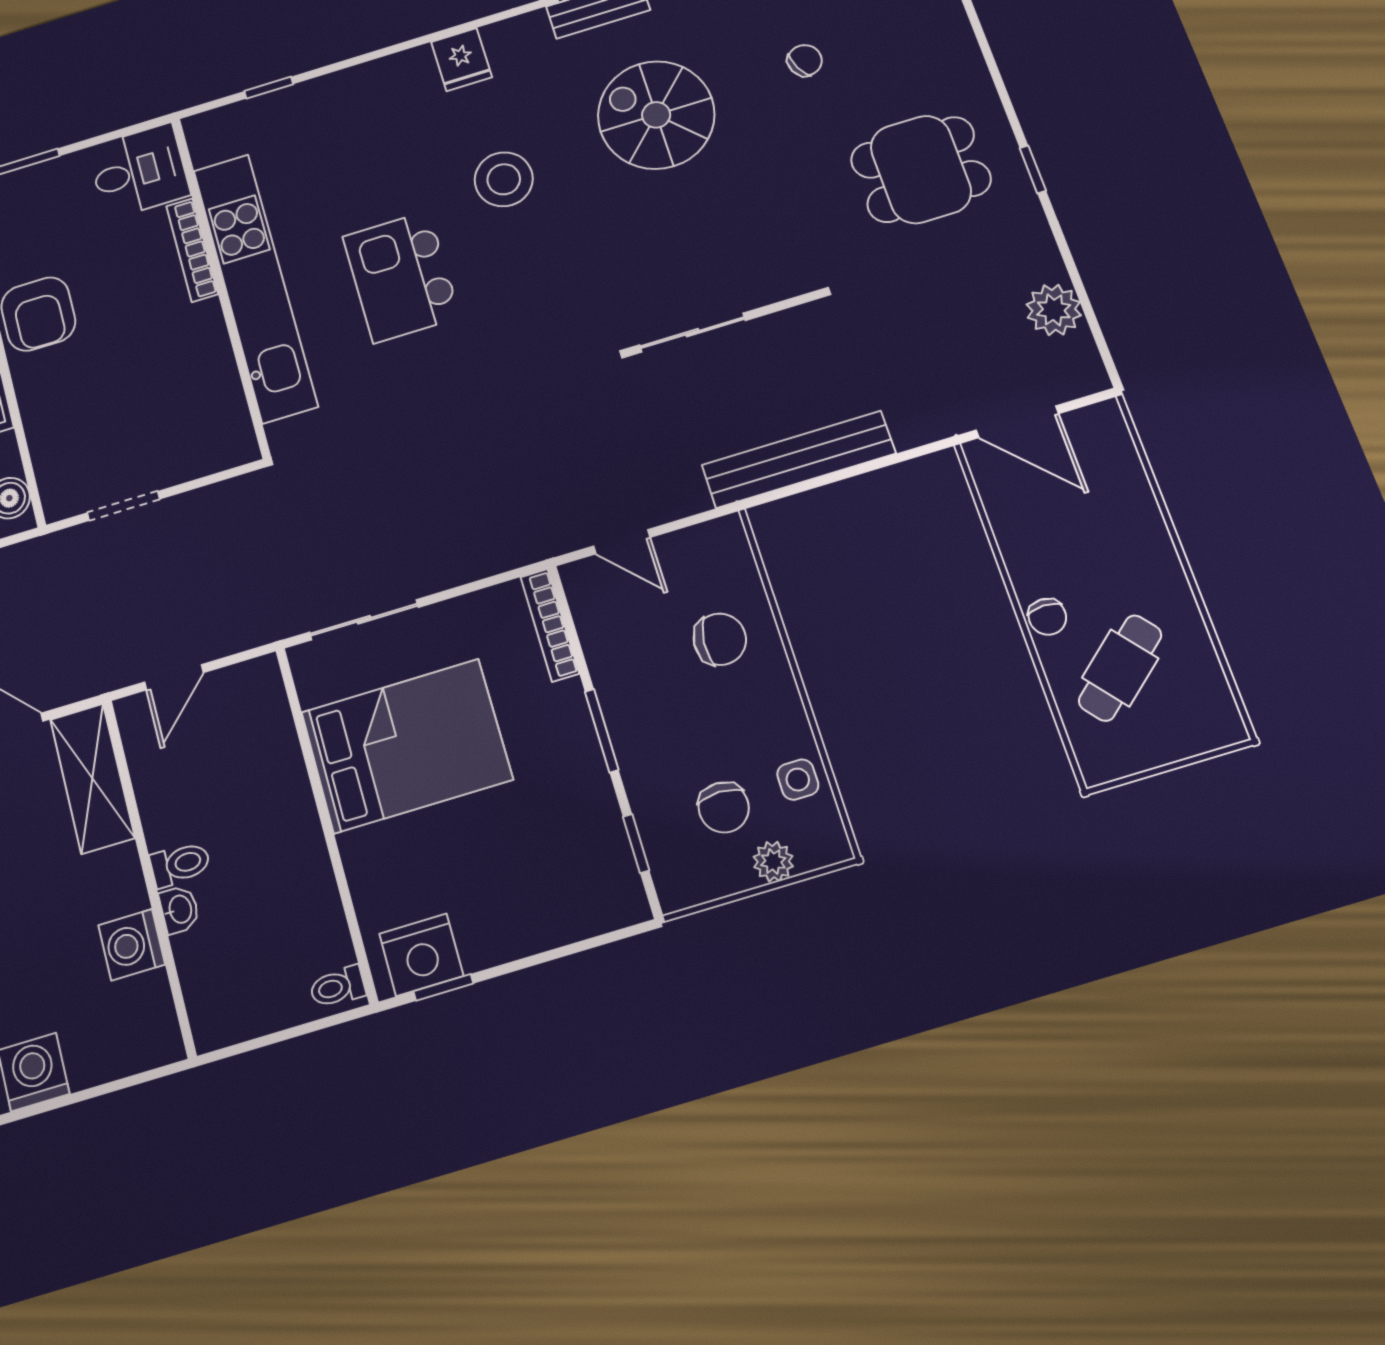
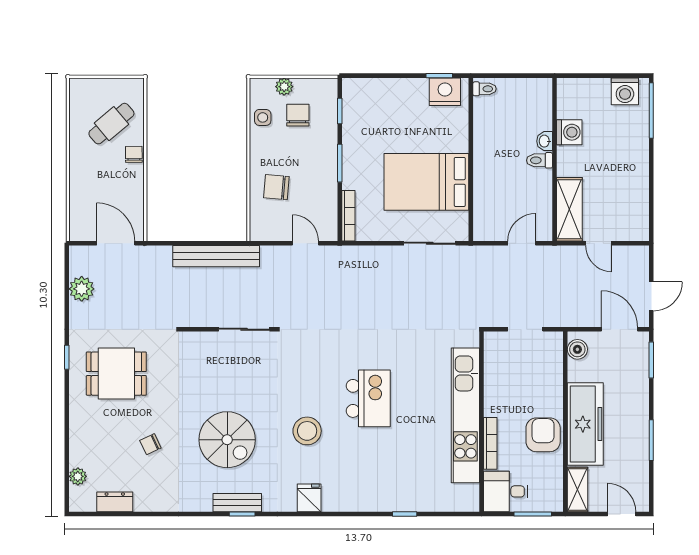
desk: (139, 171) -> (506, 491), moved
bookcase: (192, 250) -> (490, 443), moved
wall: (220, 285) -> (482, 422), moved
kitchen unit: (255, 287) -> (465, 415), moved

